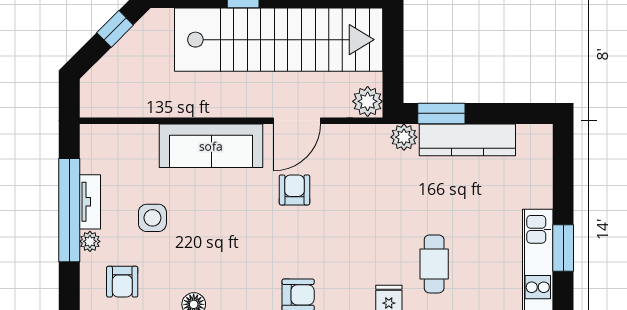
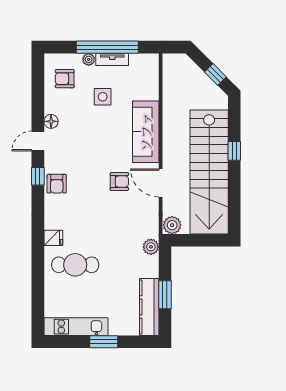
window: (441, 113) -> (165, 295), moved
kitchen counter: (467, 140) -> (149, 307), moved
window: (563, 248) -> (104, 342), moved
cafe table: (434, 264) -> (75, 265), width x1.37, depth x1.35

